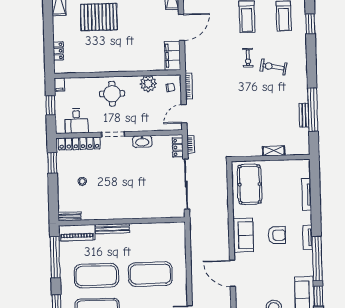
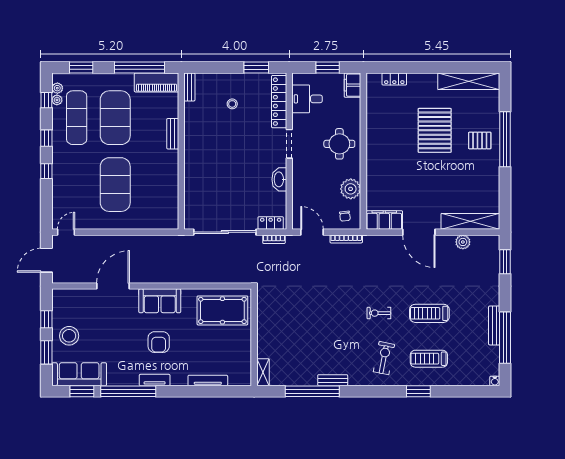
exercise bike: (273, 67) -> (384, 358), moved
filing cabinet: (59, 85) -> (353, 85), width x2.00
bench: (304, 115) -> (333, 380), moved
shelving: (274, 151) -> (263, 372), moved
bench: (112, 229) -> (173, 134), width x0.73
piano: (77, 233) -> (157, 82), moved, turned -90

